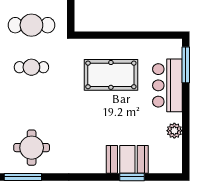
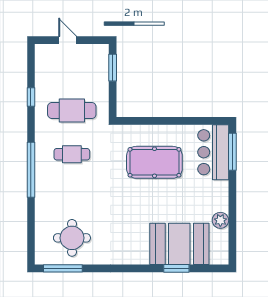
bar counter: (167, 85) -> (213, 152), moved
booth: (127, 159) -> (179, 244), width x1.36, depth x1.42

